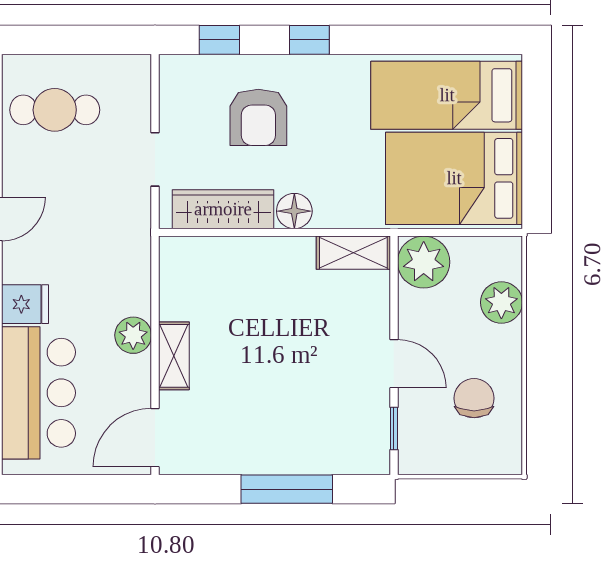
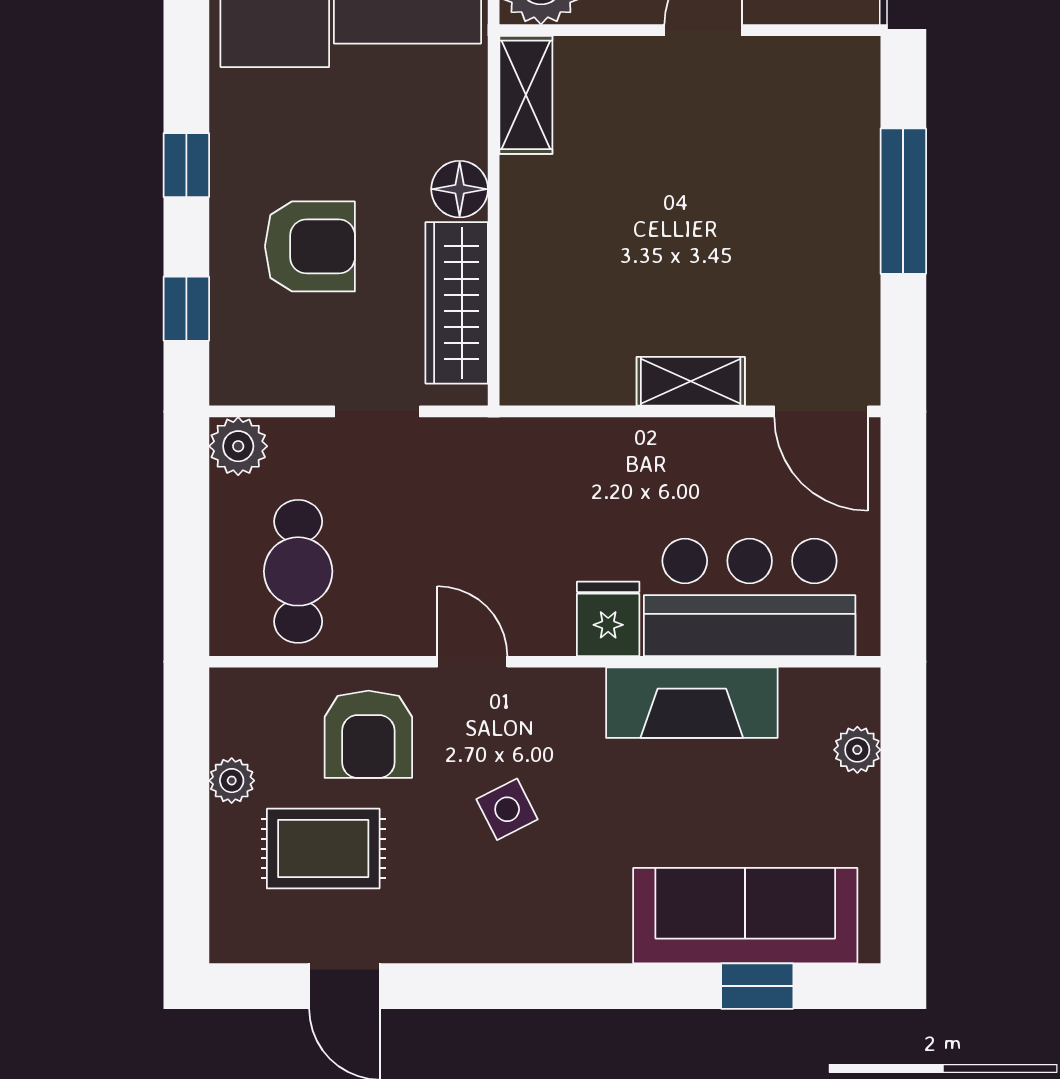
plant: (133, 335) -> (238, 446), moved
window: (394, 429) -> (807, 30), removed

